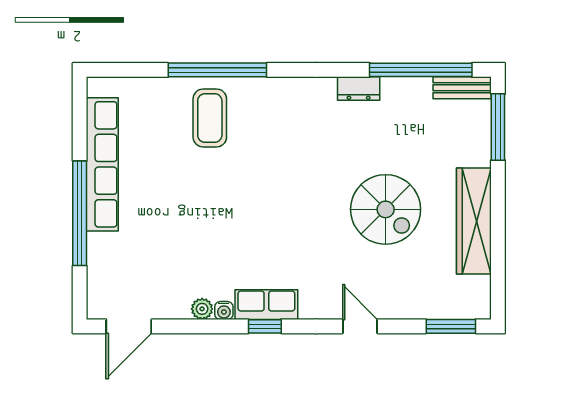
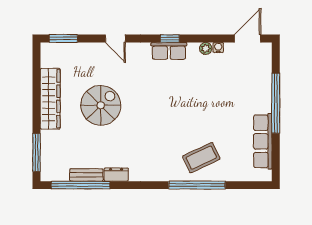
bench: (462, 88) -> (86, 175), moved
coffee table: (210, 118) -> (201, 158), turned 65
row of seats: (102, 164) -> (263, 141), width x0.73
spiral stairs: (386, 209) -> (101, 105), turned 90
water cooler: (224, 311) -> (218, 48), moved

